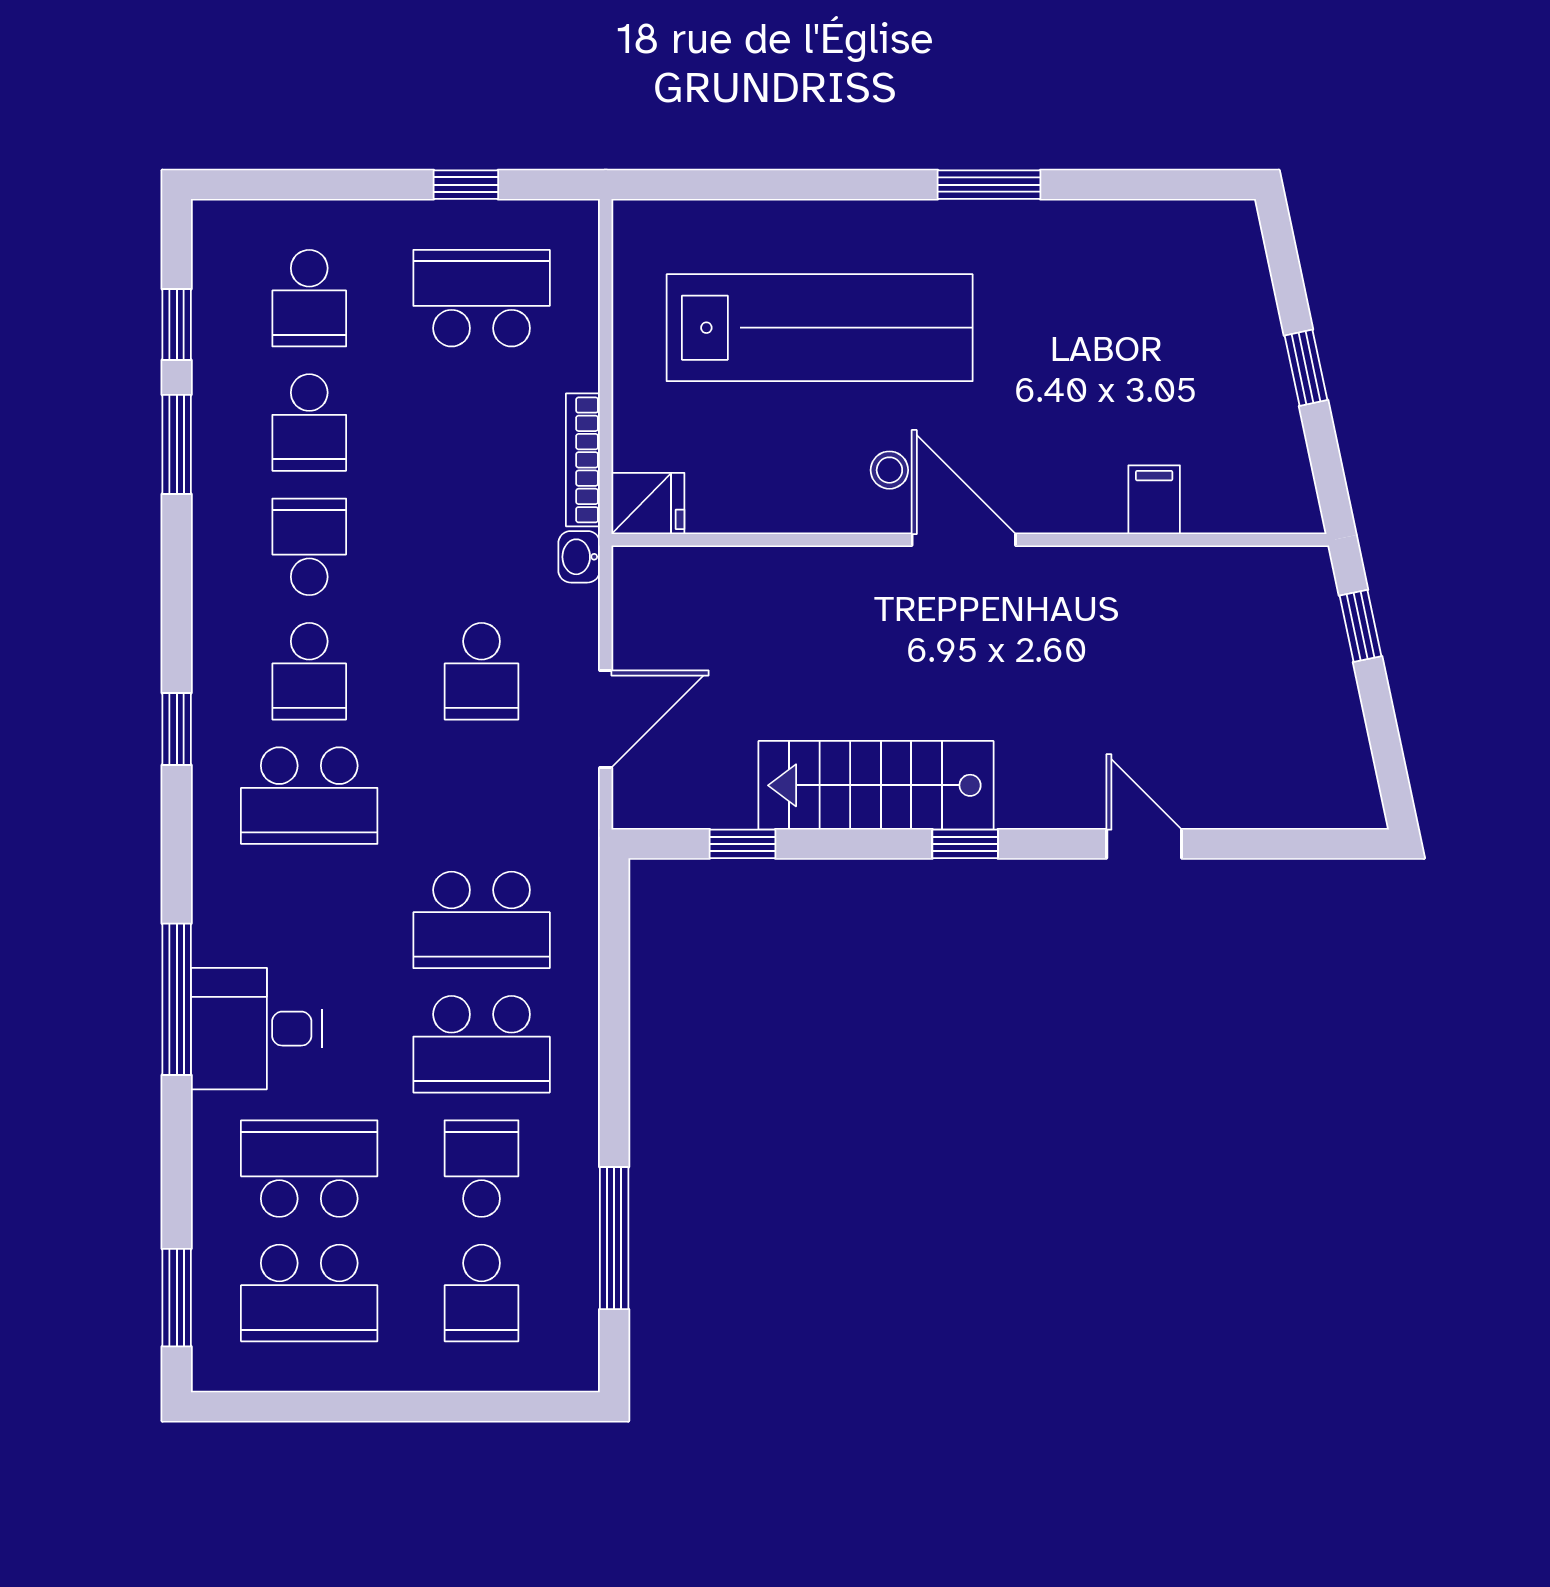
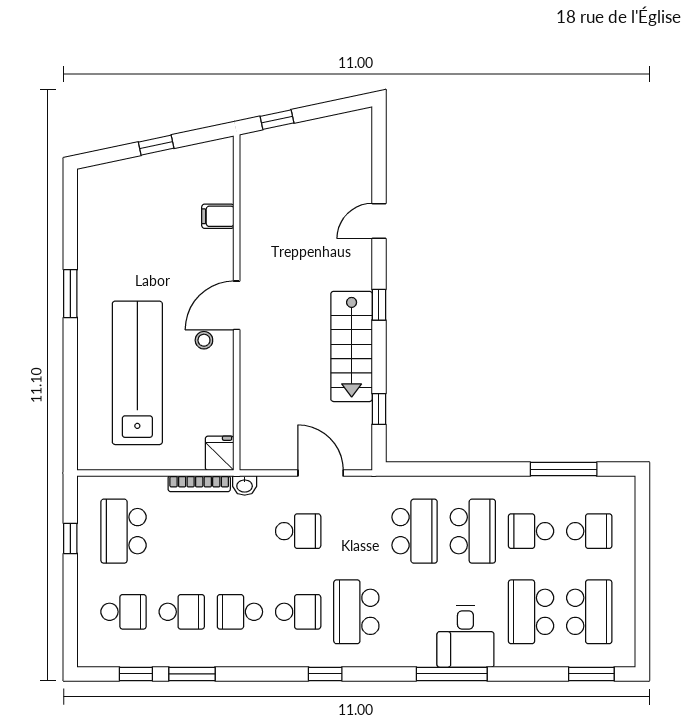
school desk: (309, 796) -> (356, 612), turned 180

